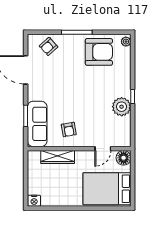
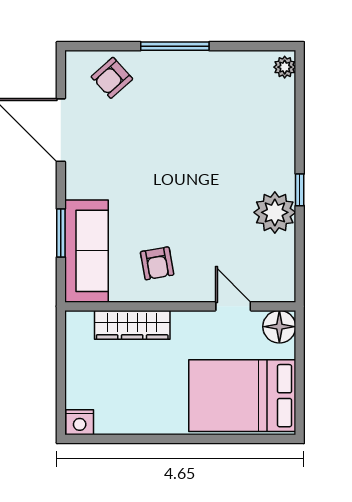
armchair: (99, 52) -> (224, 90), removed
door: (103, 149) -> (233, 306), swing flipped

